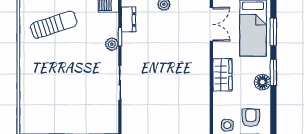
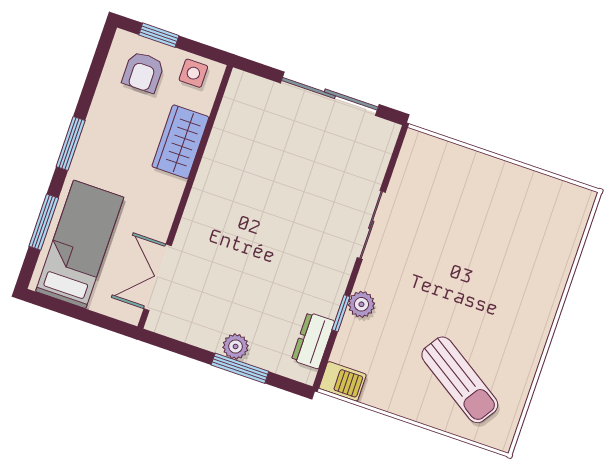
sun lounger: (54, 25) -> (460, 380), turned -129
wardrobe: (222, 75) -> (180, 142), moved
floor lamp: (262, 82) -> (98, 133), removed

